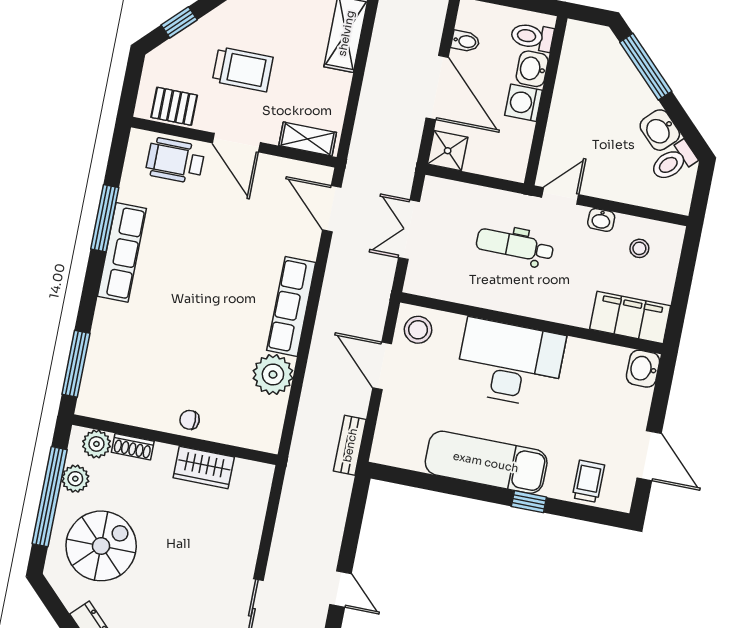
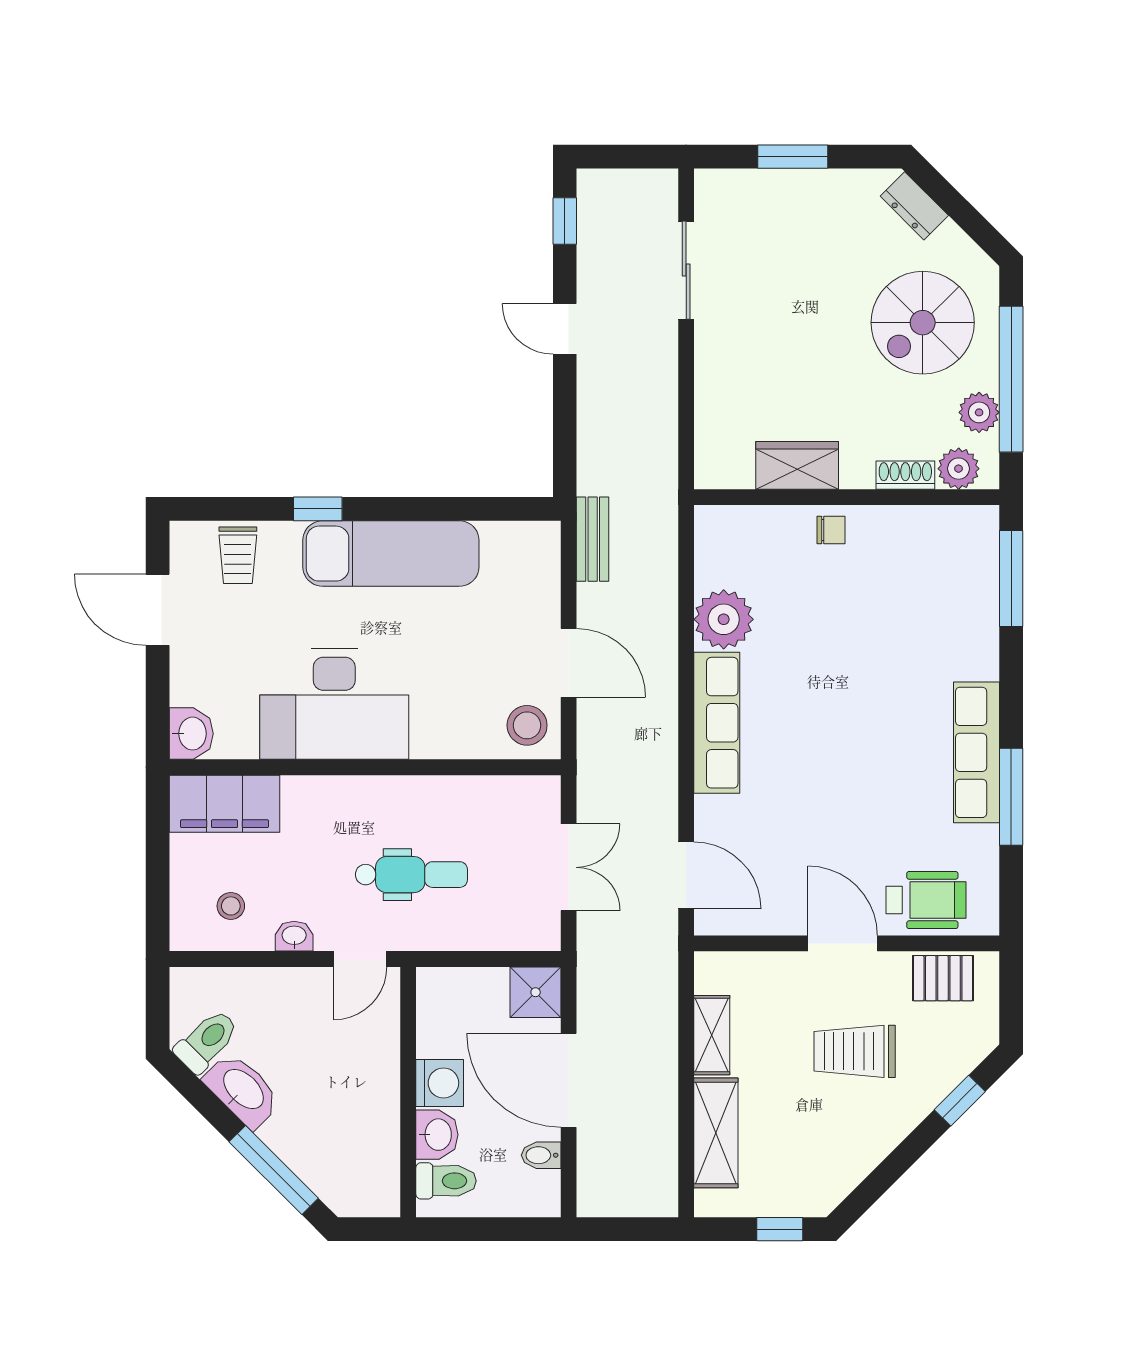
washbasin: (660, 130) -> (243, 1090), width x1.38
shelving: (308, 139) -> (712, 1035), moved, turned 90
desk: (510, 363) -> (334, 704), moved

